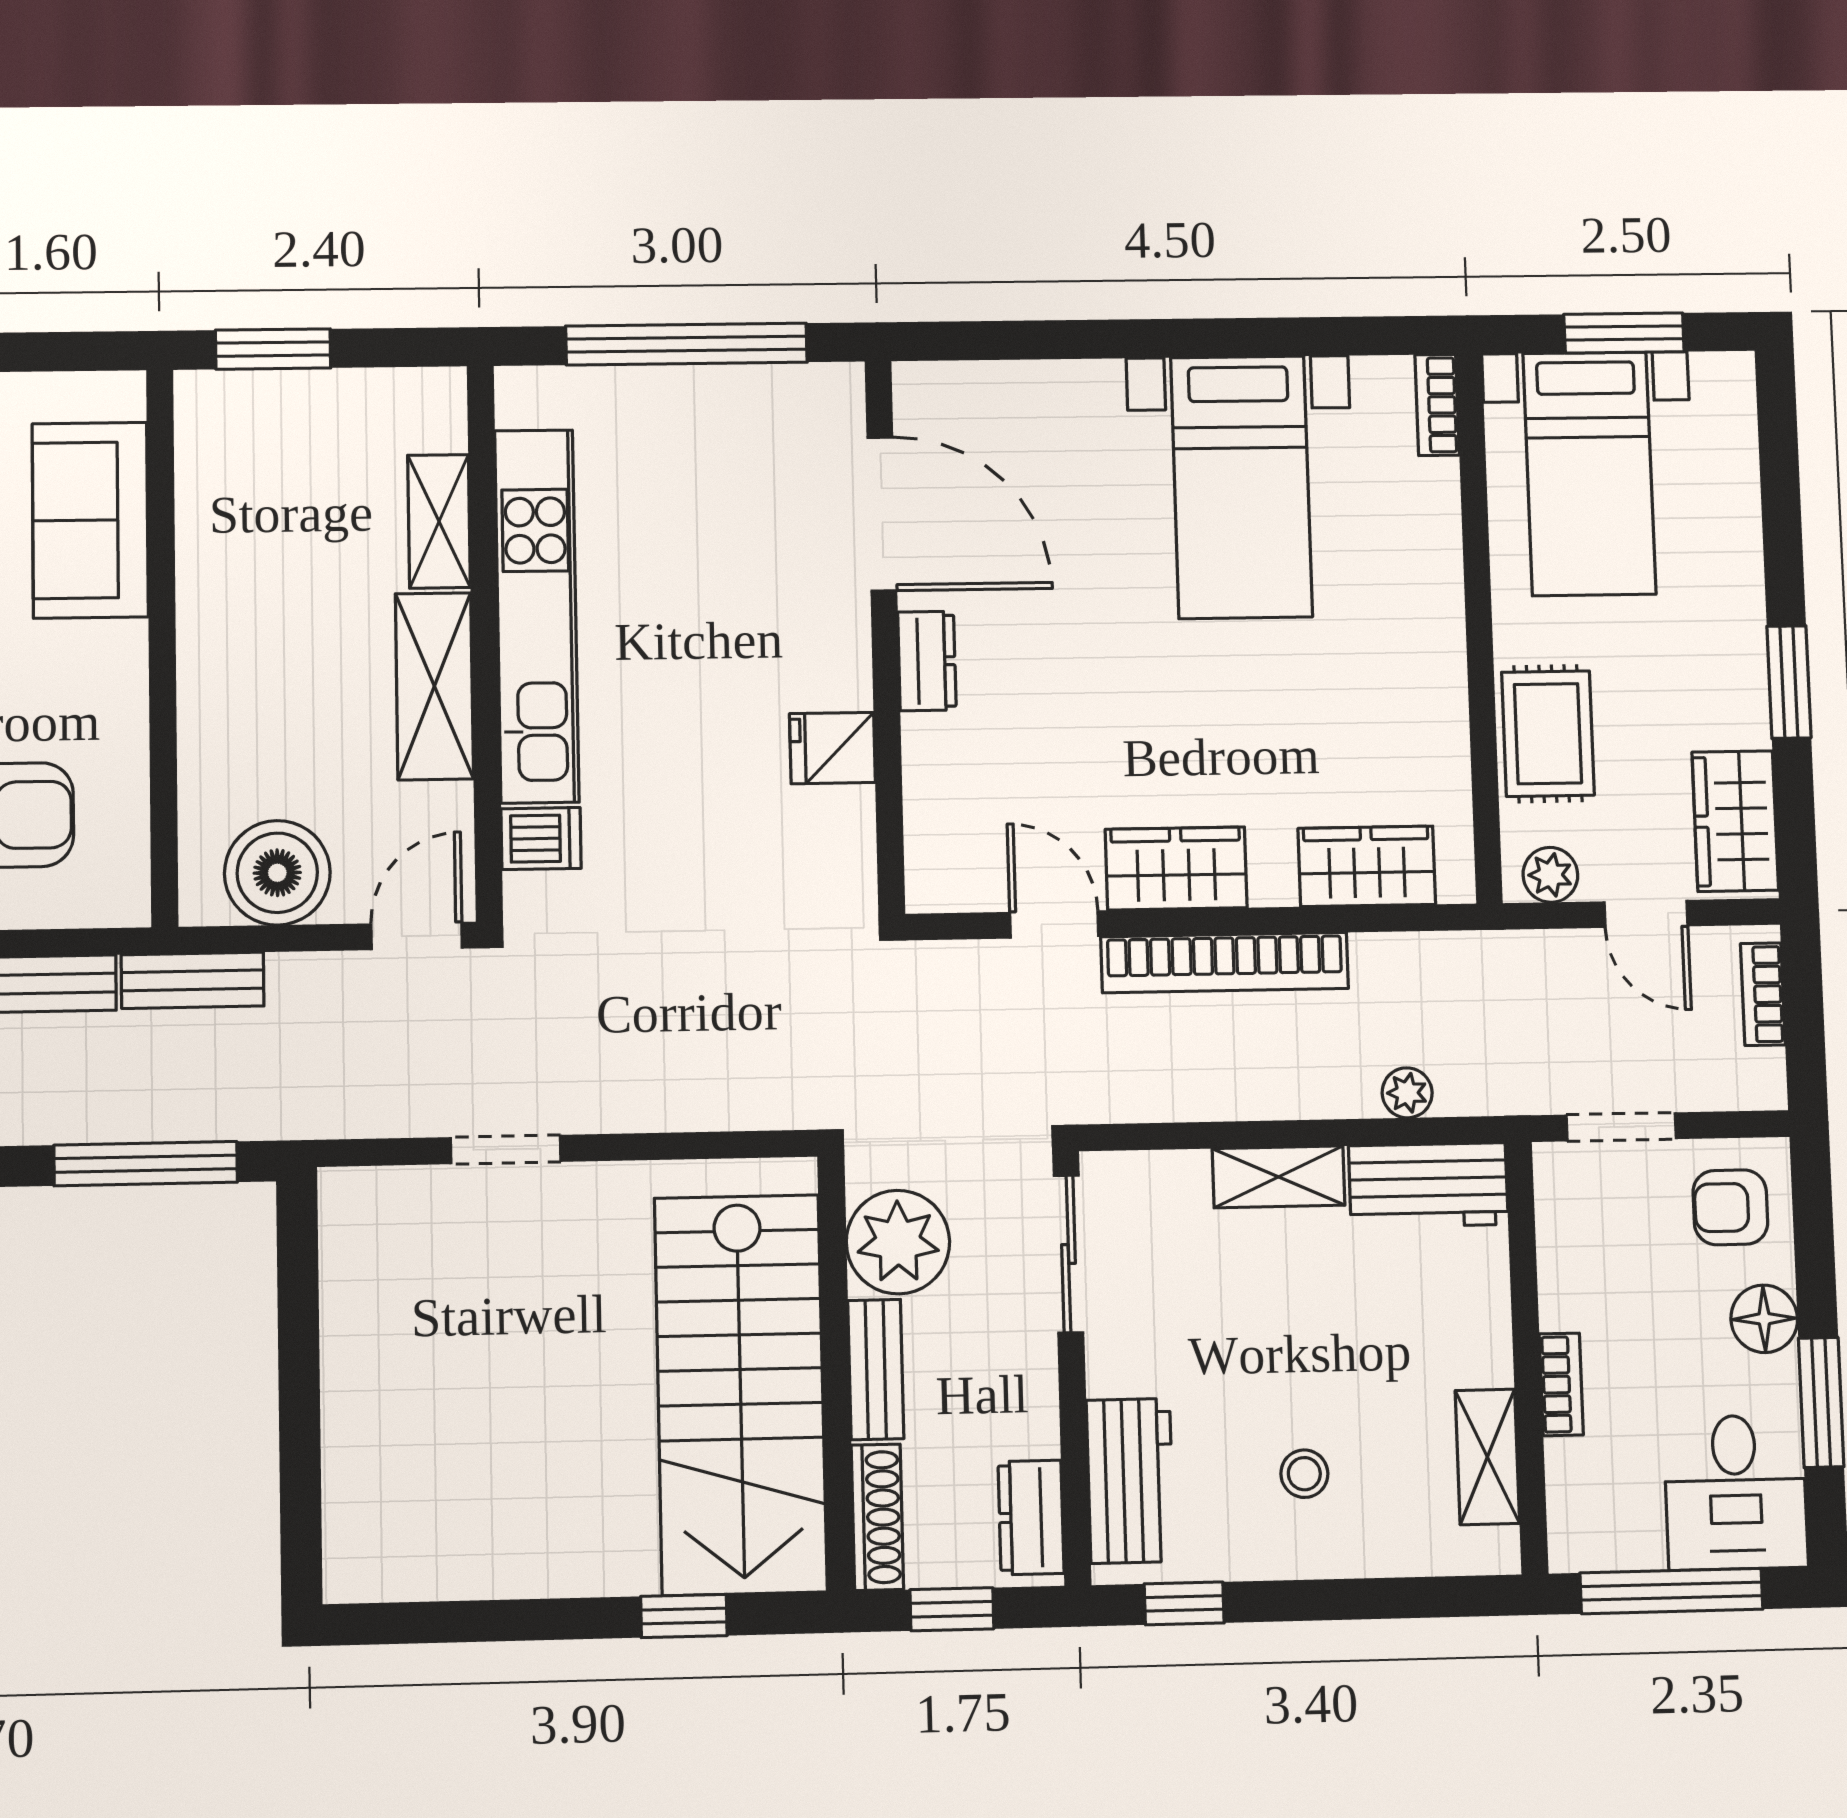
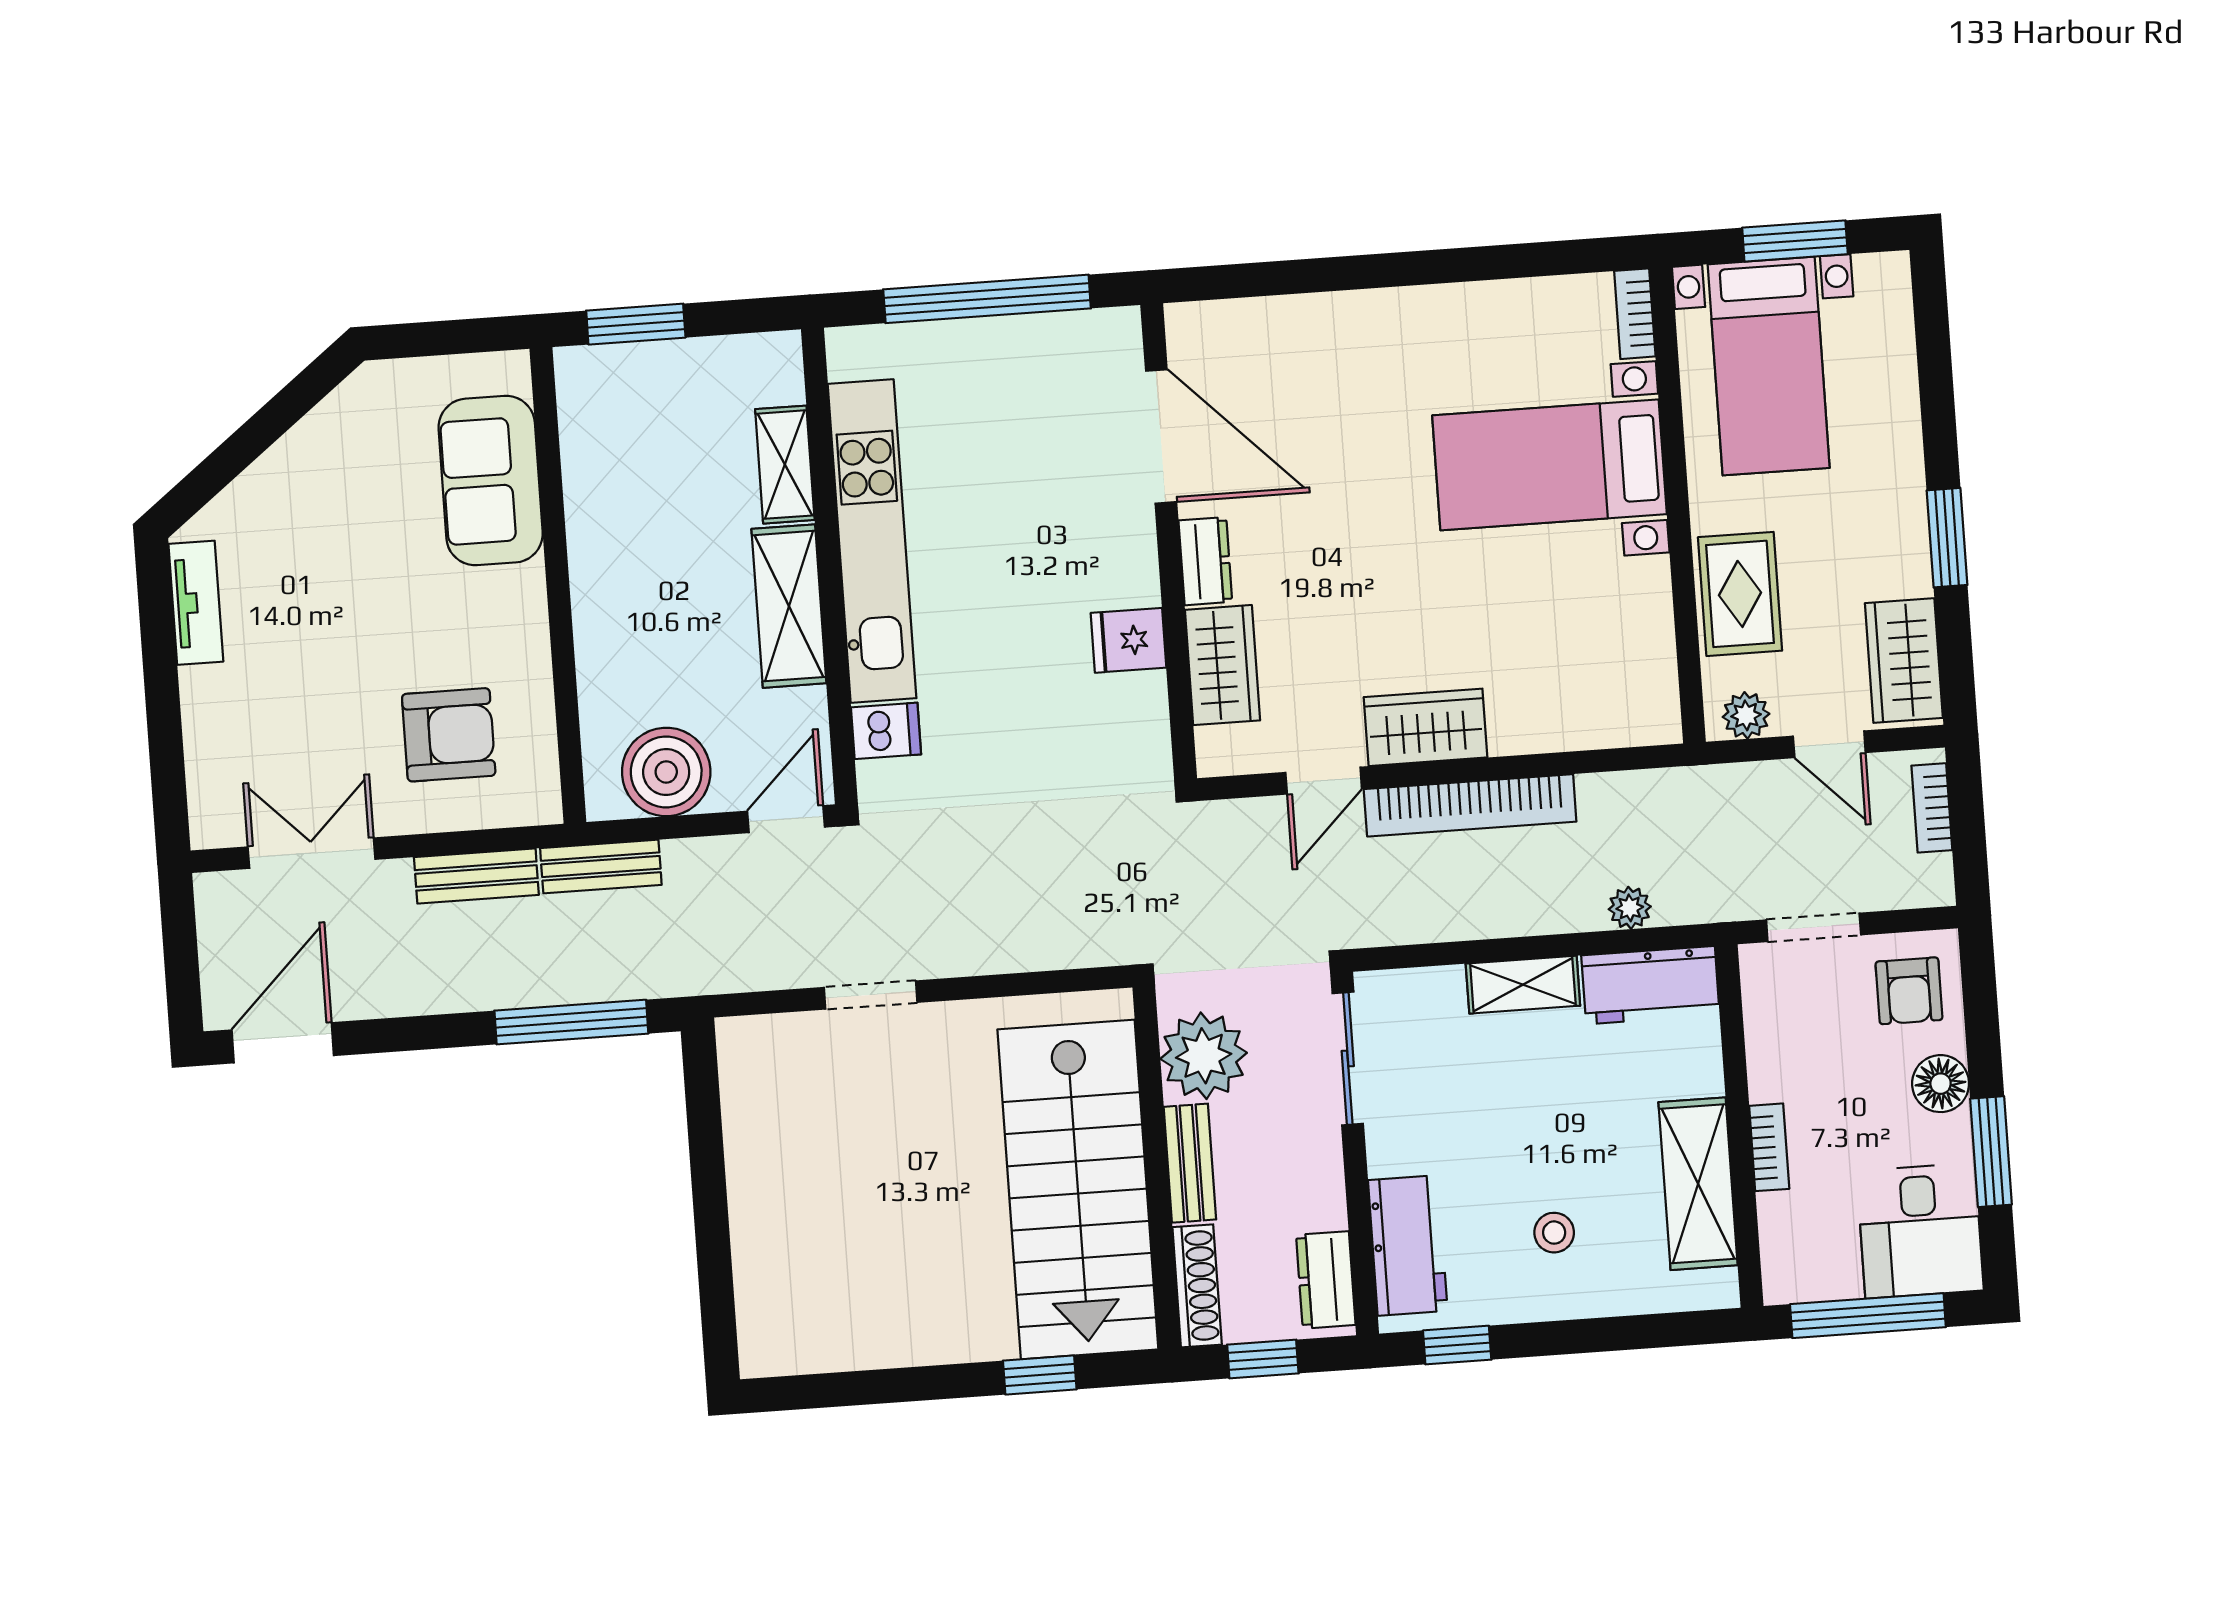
bed with nightstands: (1241, 487) -> (1549, 465), moved, turned 90
wardrobe: (1367, 866) -> (1222, 665), moved, turned 90
door: (1054, 924) -> (1324, 781), swing flipped
armchair: (1730, 1207) -> (1909, 991), turned -90
shelving: (1487, 1457) -> (1698, 1184), width x1.50, depth x1.33

